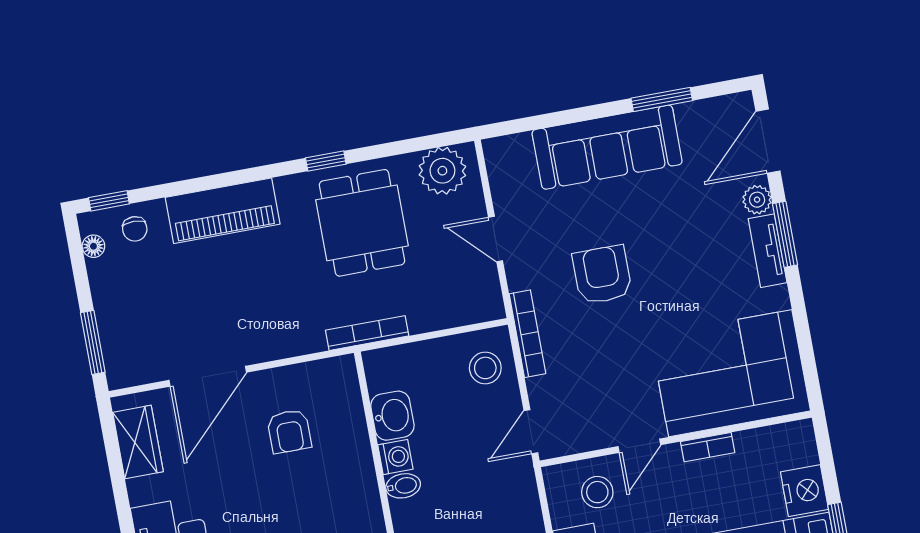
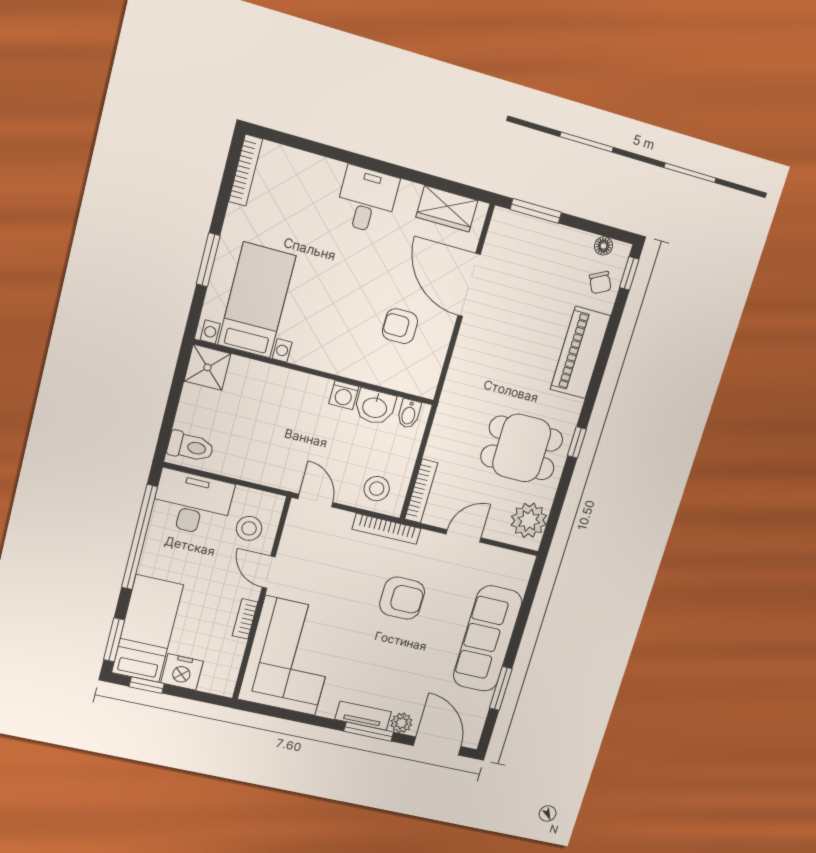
chair: (135, 229) -> (600, 283), turned -117
bookcase: (367, 333) -> (421, 491), moved
bidet: (403, 486) -> (409, 414), moved

